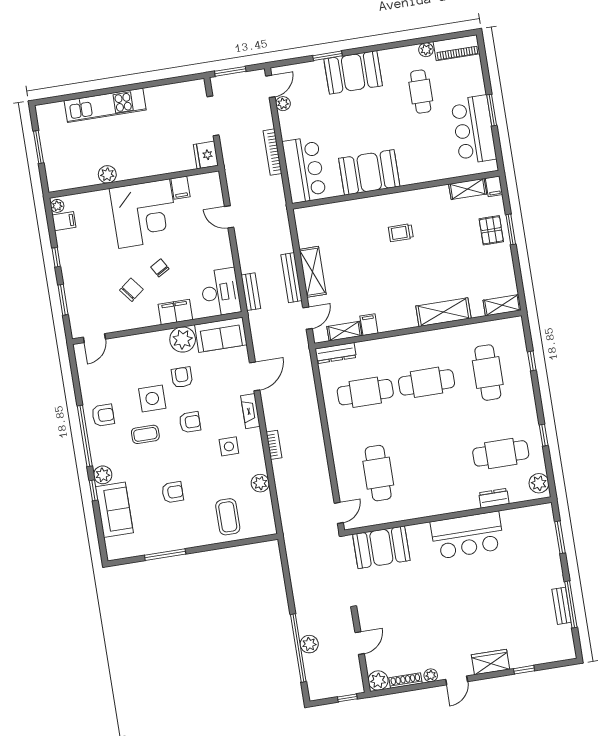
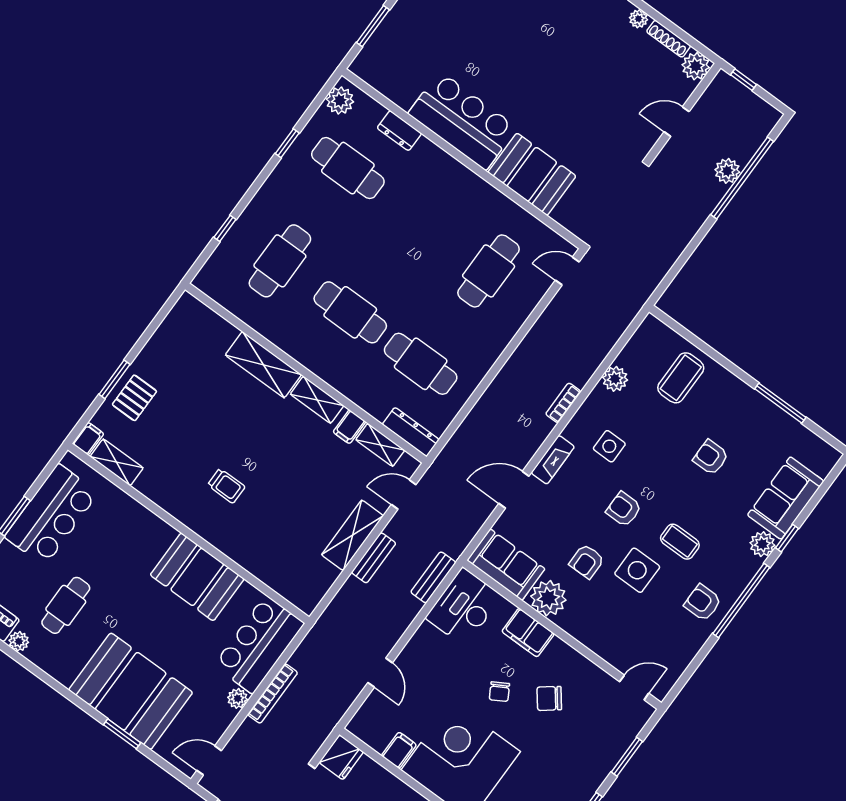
booth: (353, 72) -> (131, 691), width x1.36, depth x1.42
plant: (283, 104) -> (238, 698), moved
bench: (292, 278) -> (374, 558), width x0.73
shelving: (502, 305) -> (317, 400), moved
booth: (381, 547) -> (532, 174), moved

